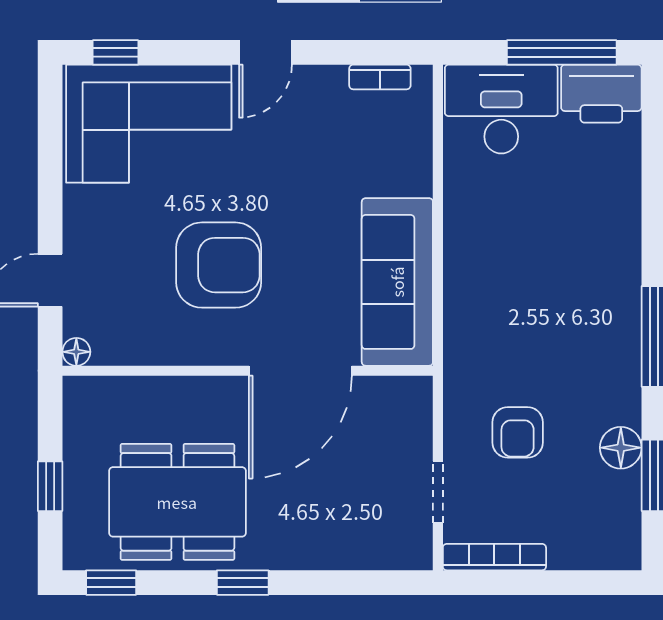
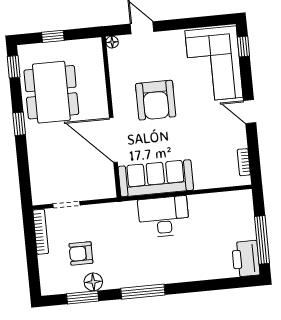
desk: (501, 109) -> (164, 217), moved, turned -90
armchair: (518, 432) -> (81, 253), moved

